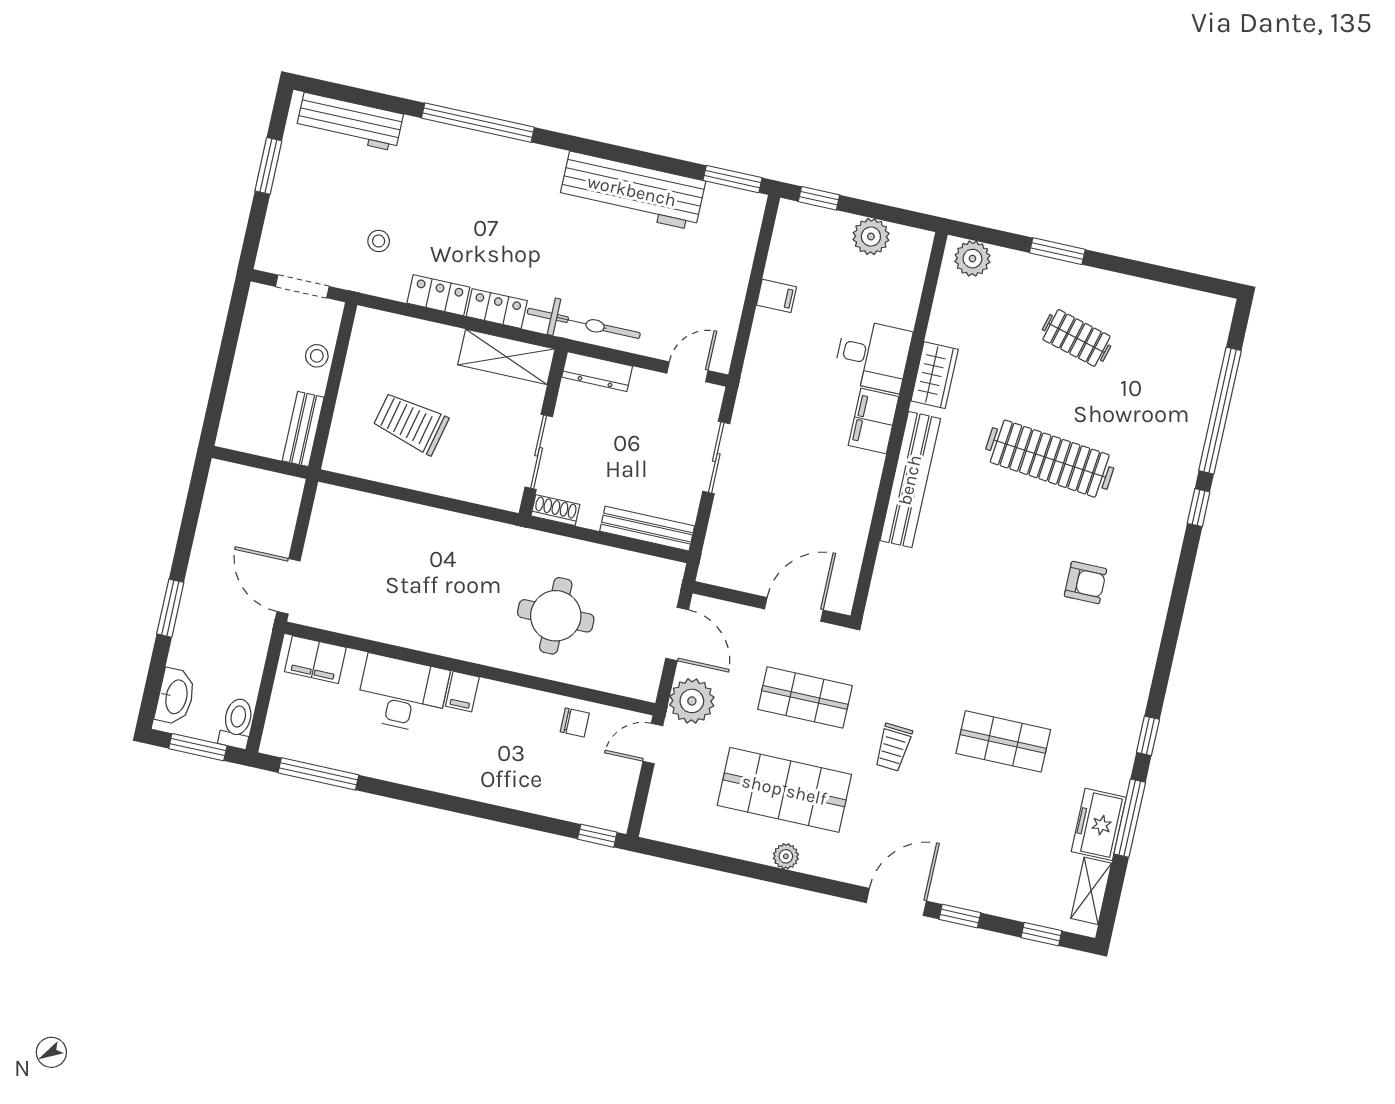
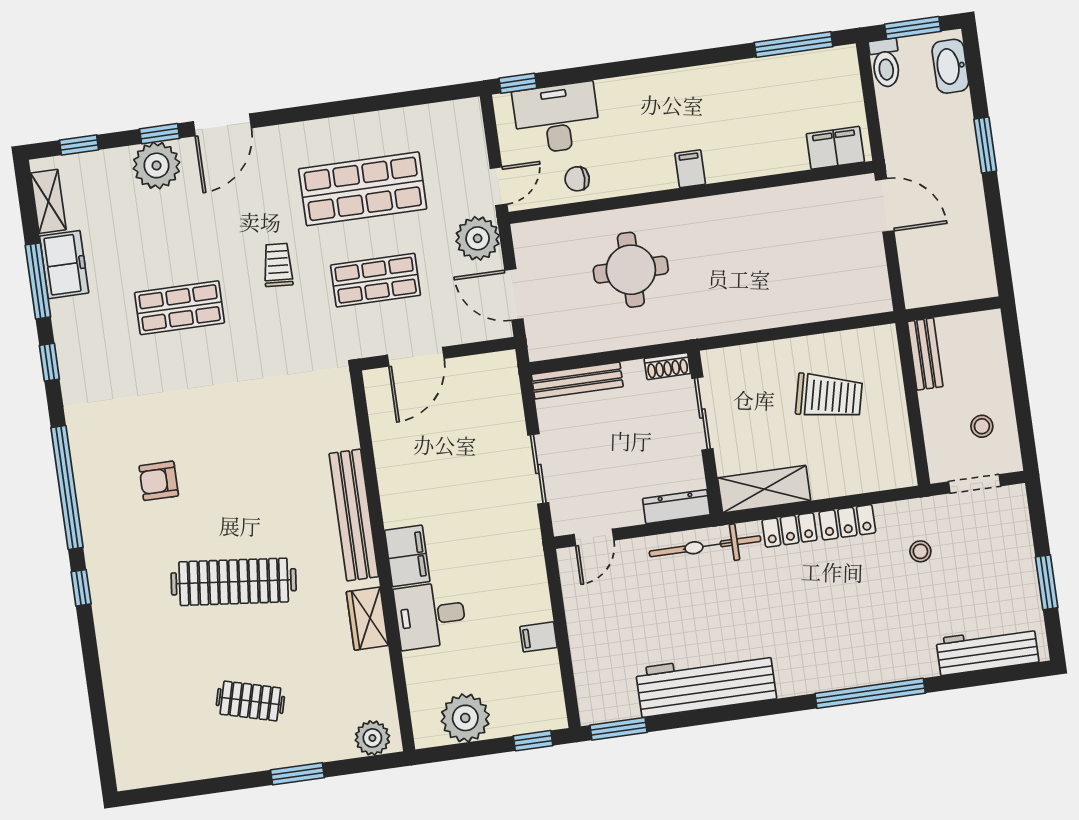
plant: (871, 236) -> (465, 718), width x1.36, depth x1.36
stool: (317, 356) -> (982, 426), moved
window: (1220, 411) -> (67, 487), moved
desk: (402, 694) -> (557, 118), moved, turned 180
plant: (786, 856) -> (157, 165), moved, width x1.87, depth x1.87

